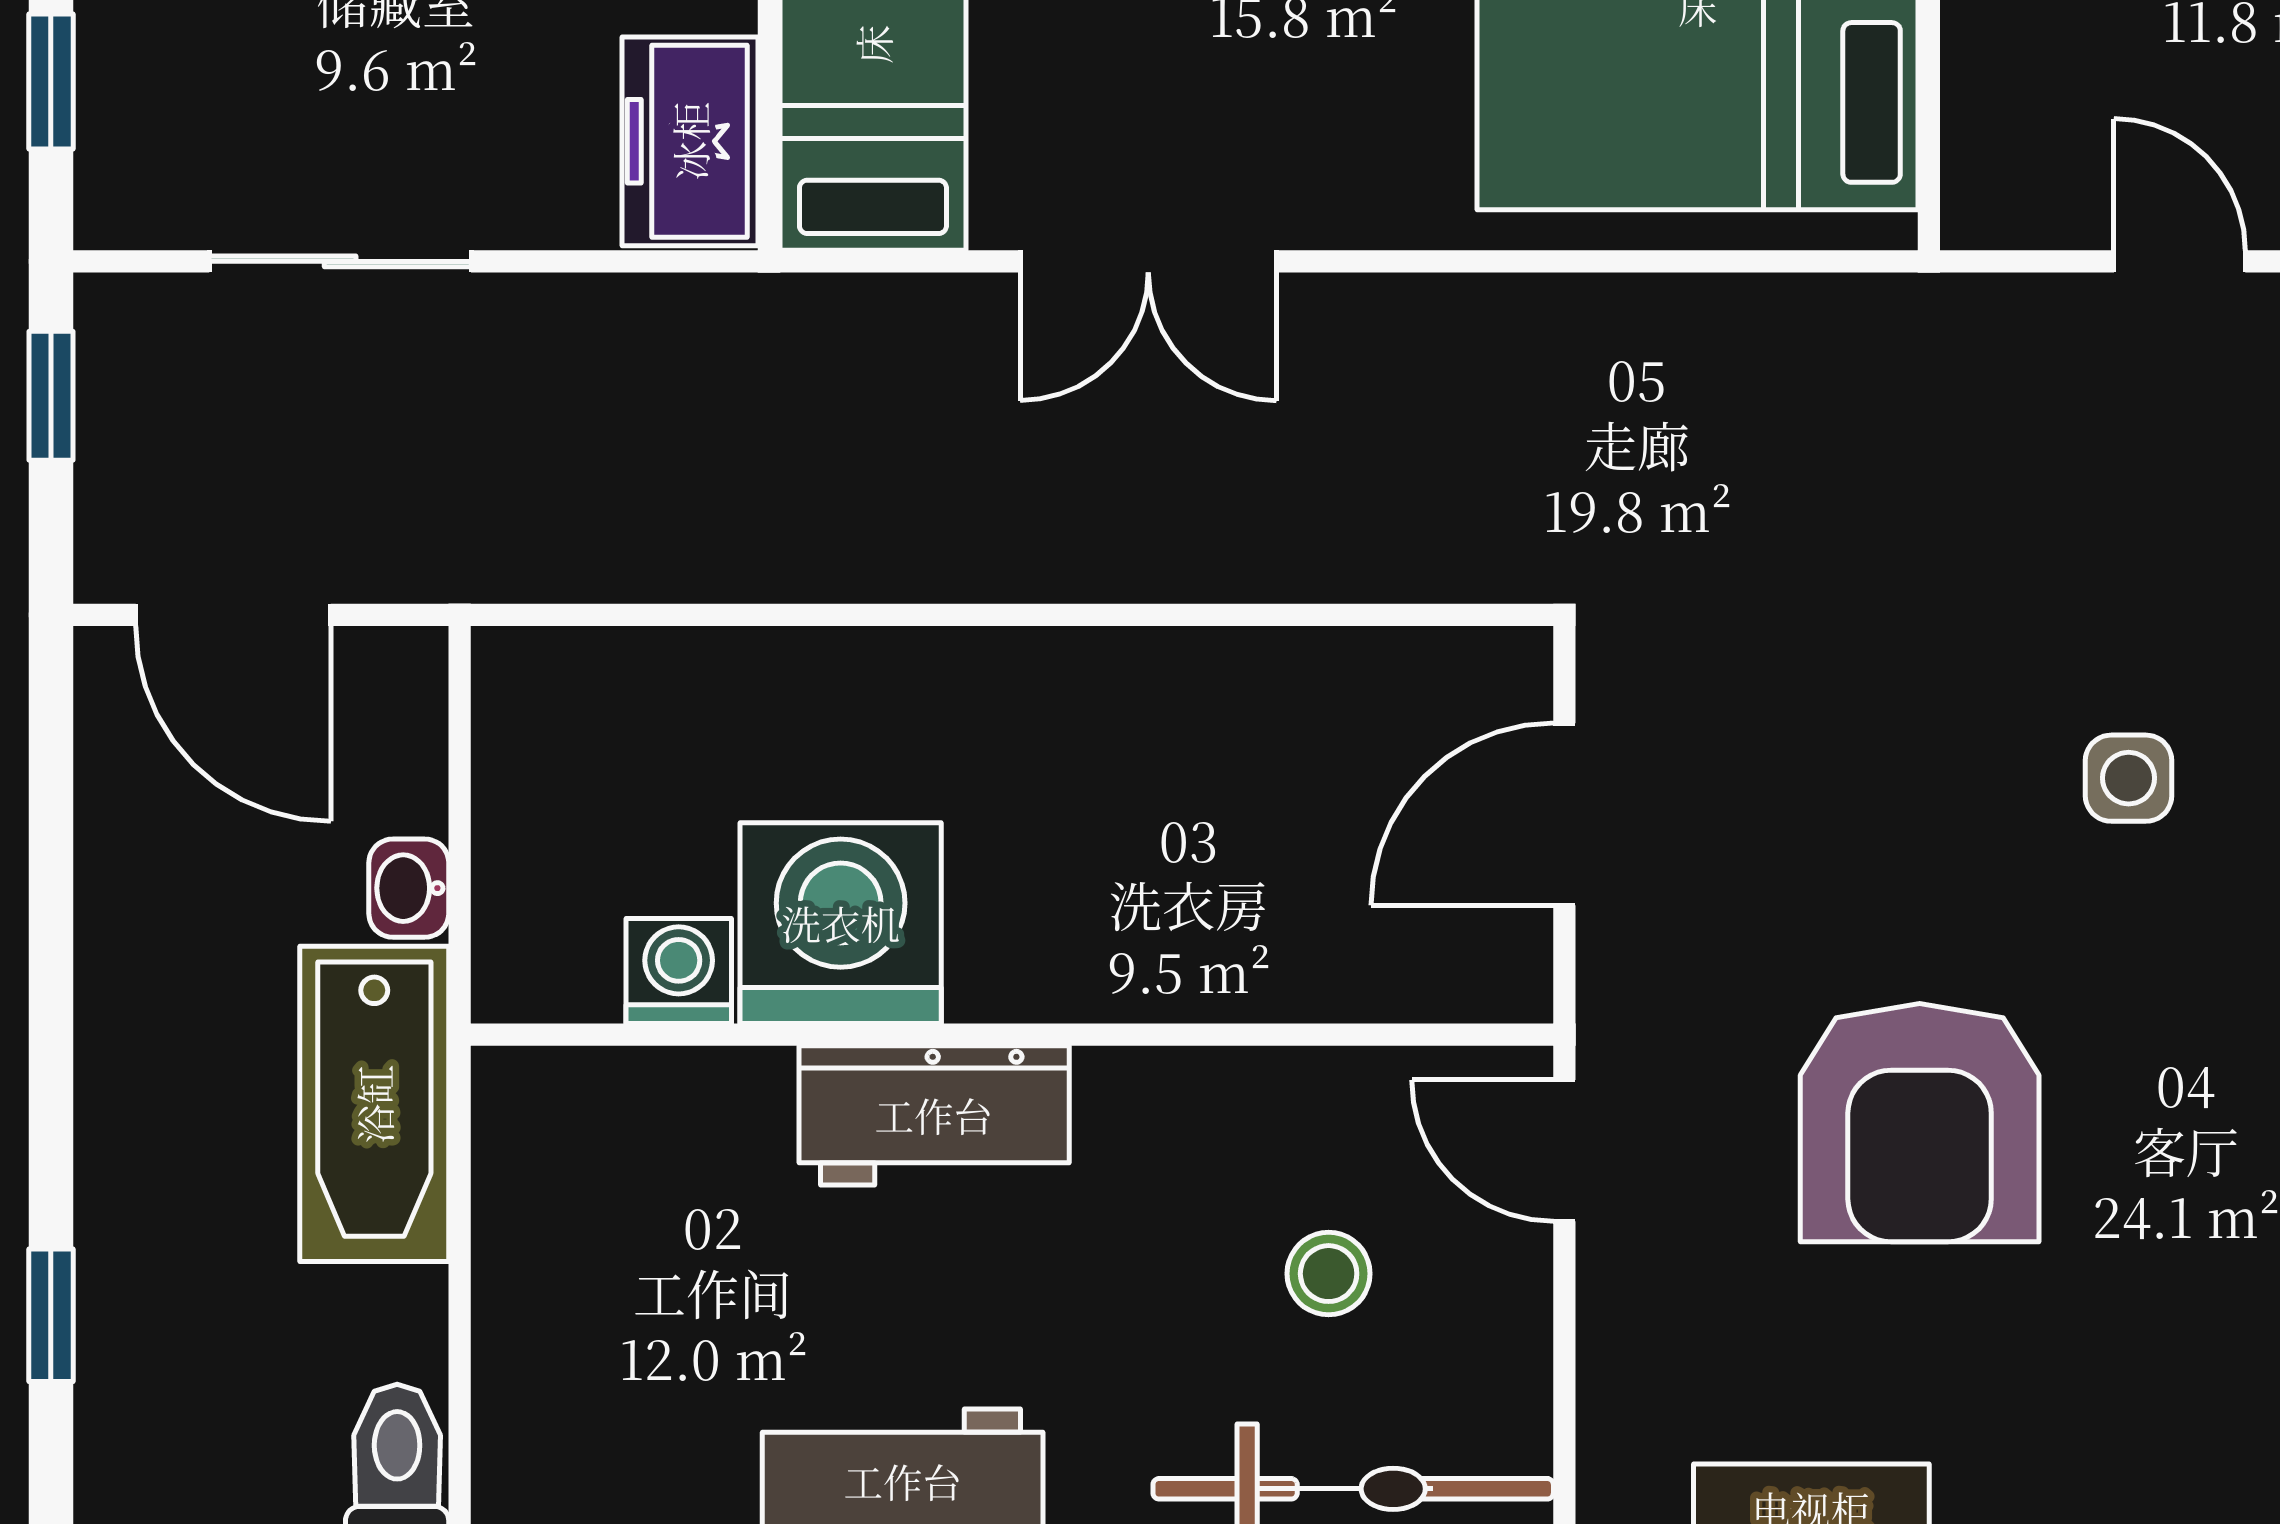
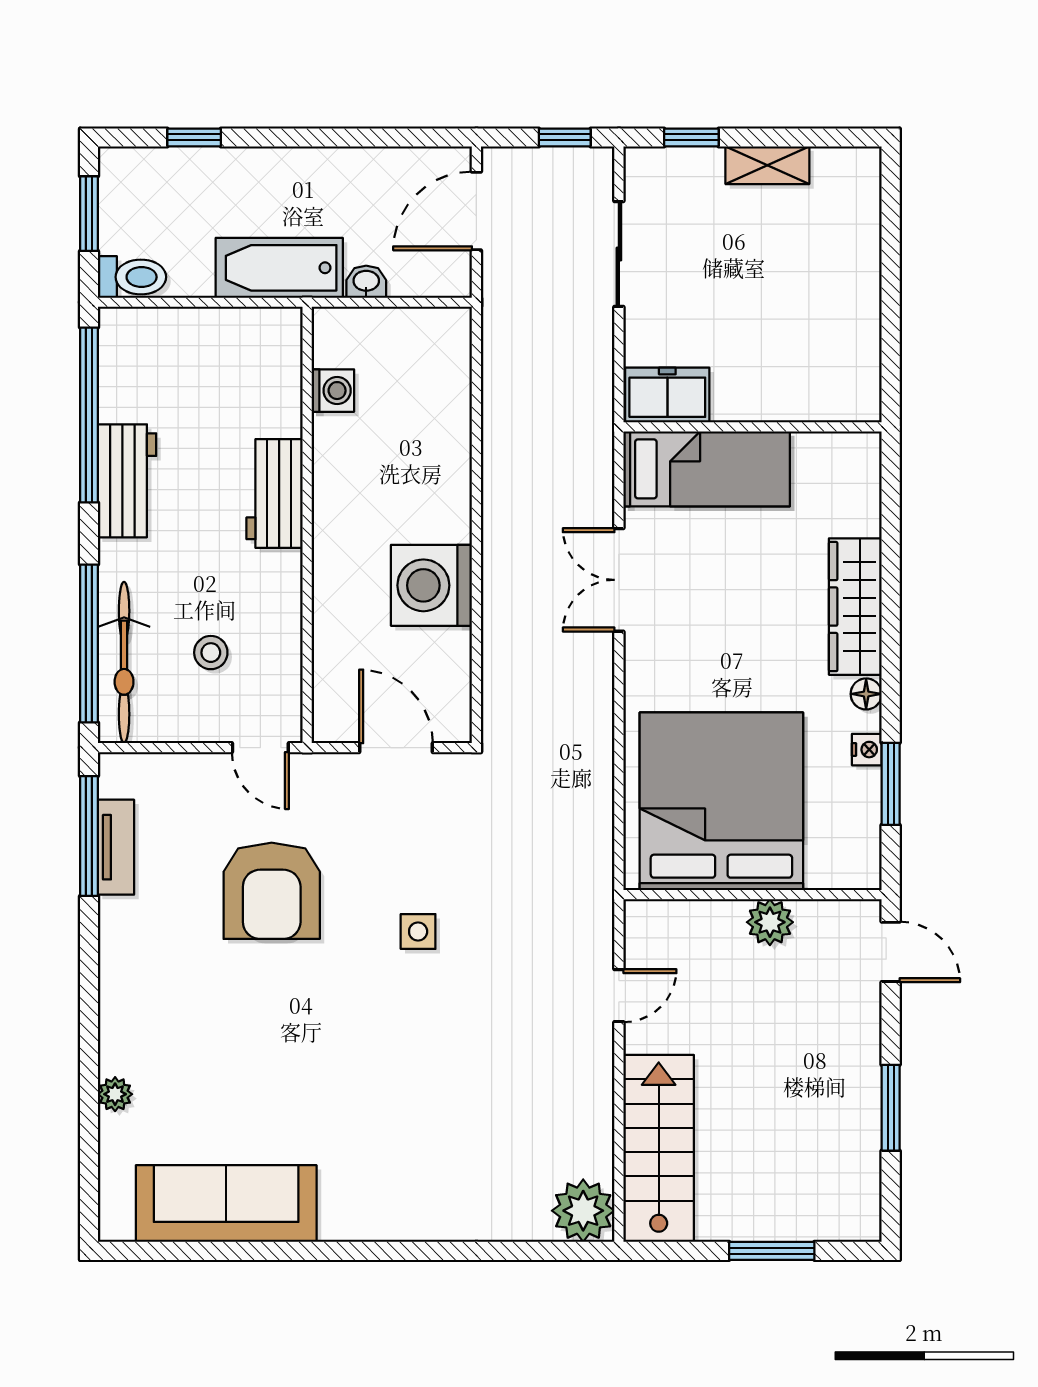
side table: (2129, 778) -> (418, 932), moved
washing machine: (841, 923) -> (431, 585), moved, turned 180
armchair: (1920, 1123) -> (272, 891), turned -90
door: (1564, 1151) -> (260, 748), swing flipped

